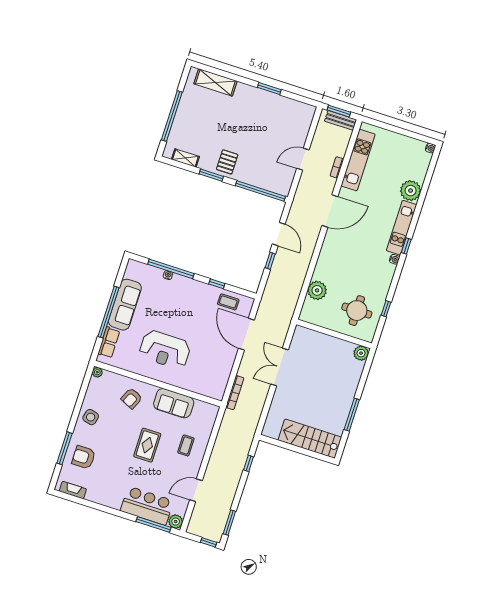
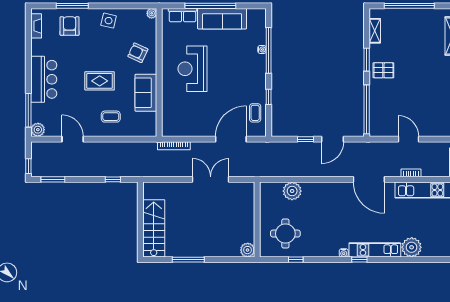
bar counter: (147, 506) -> (44, 79), moved

